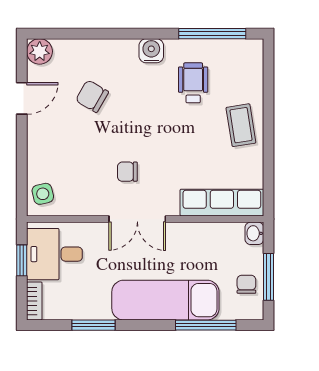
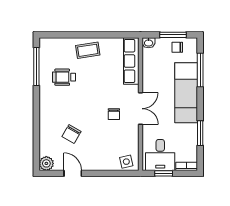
water cooler: (151, 51) -> (46, 101), removed

